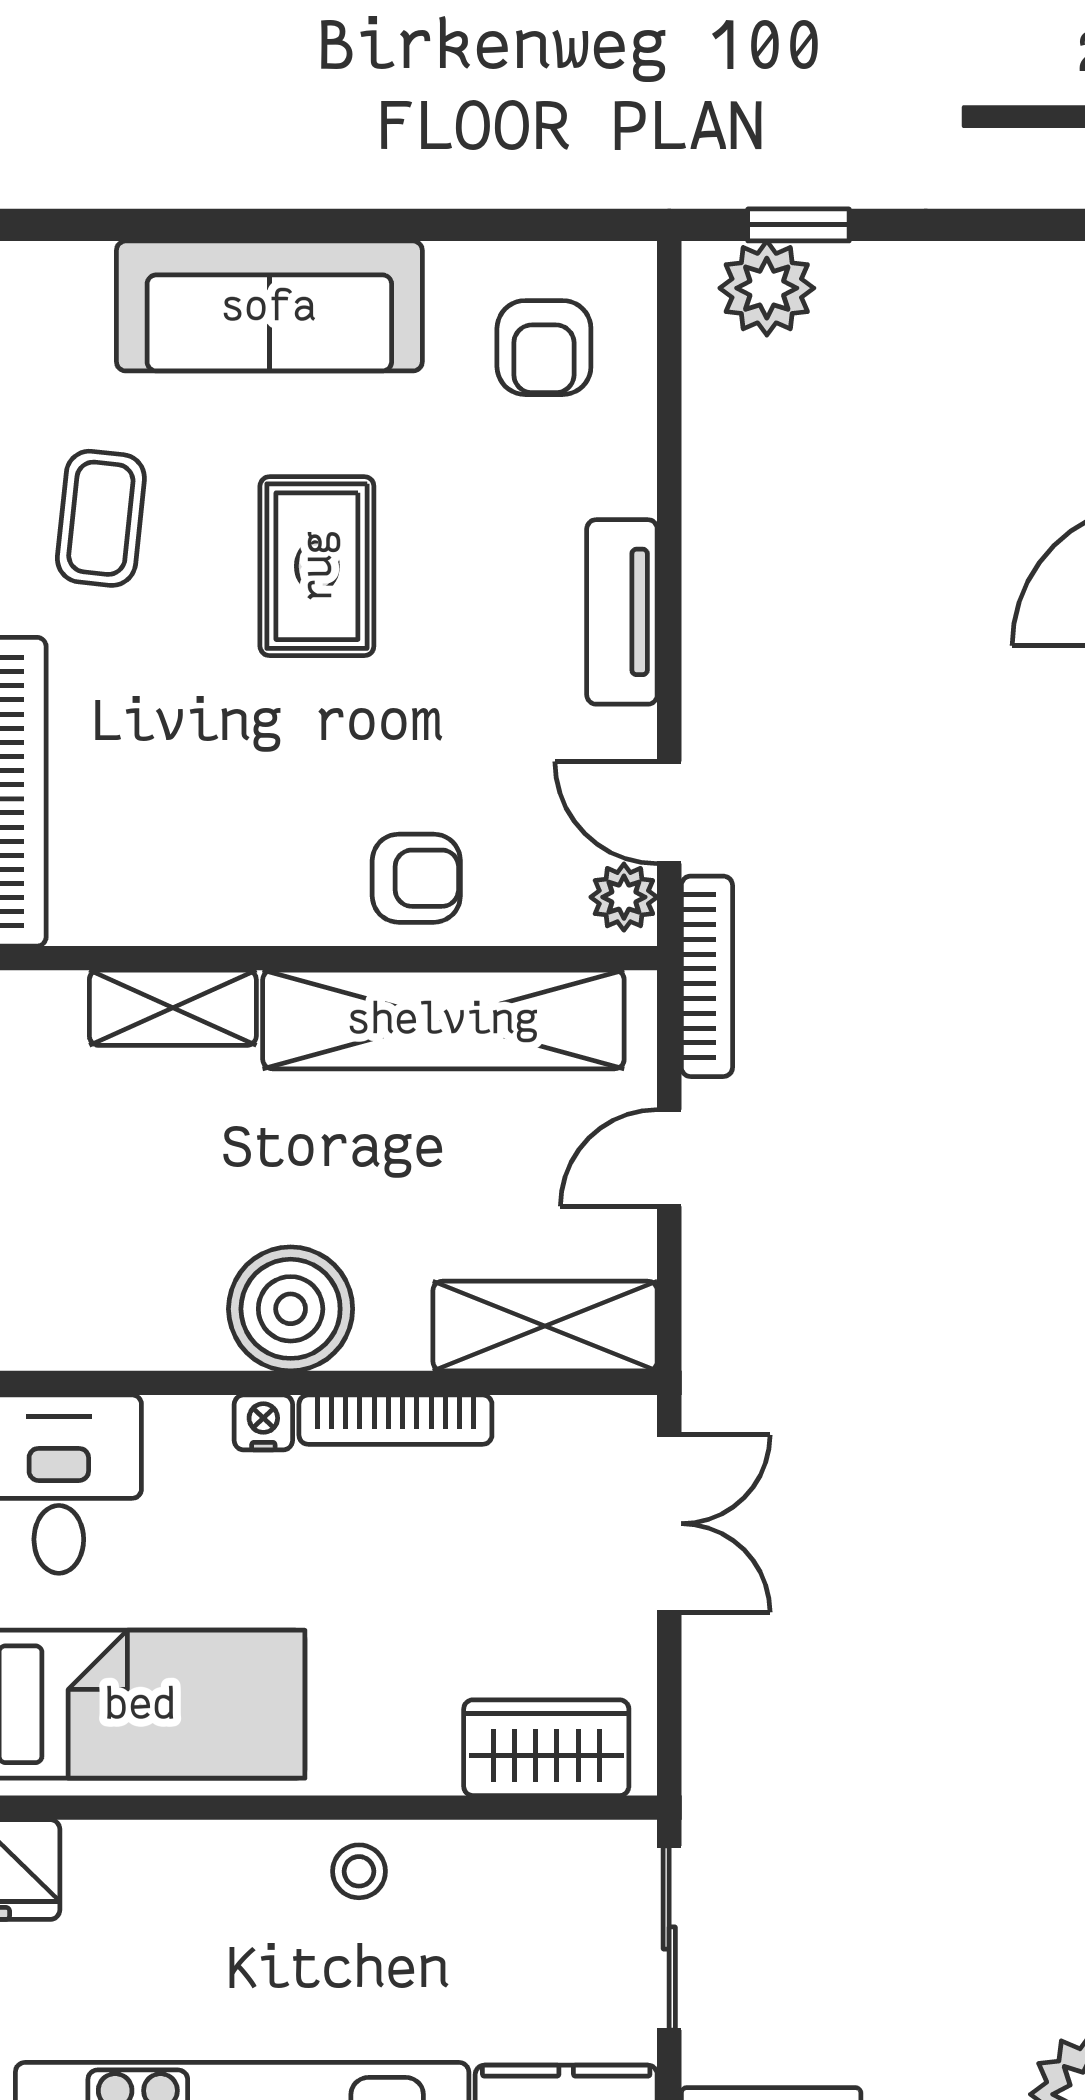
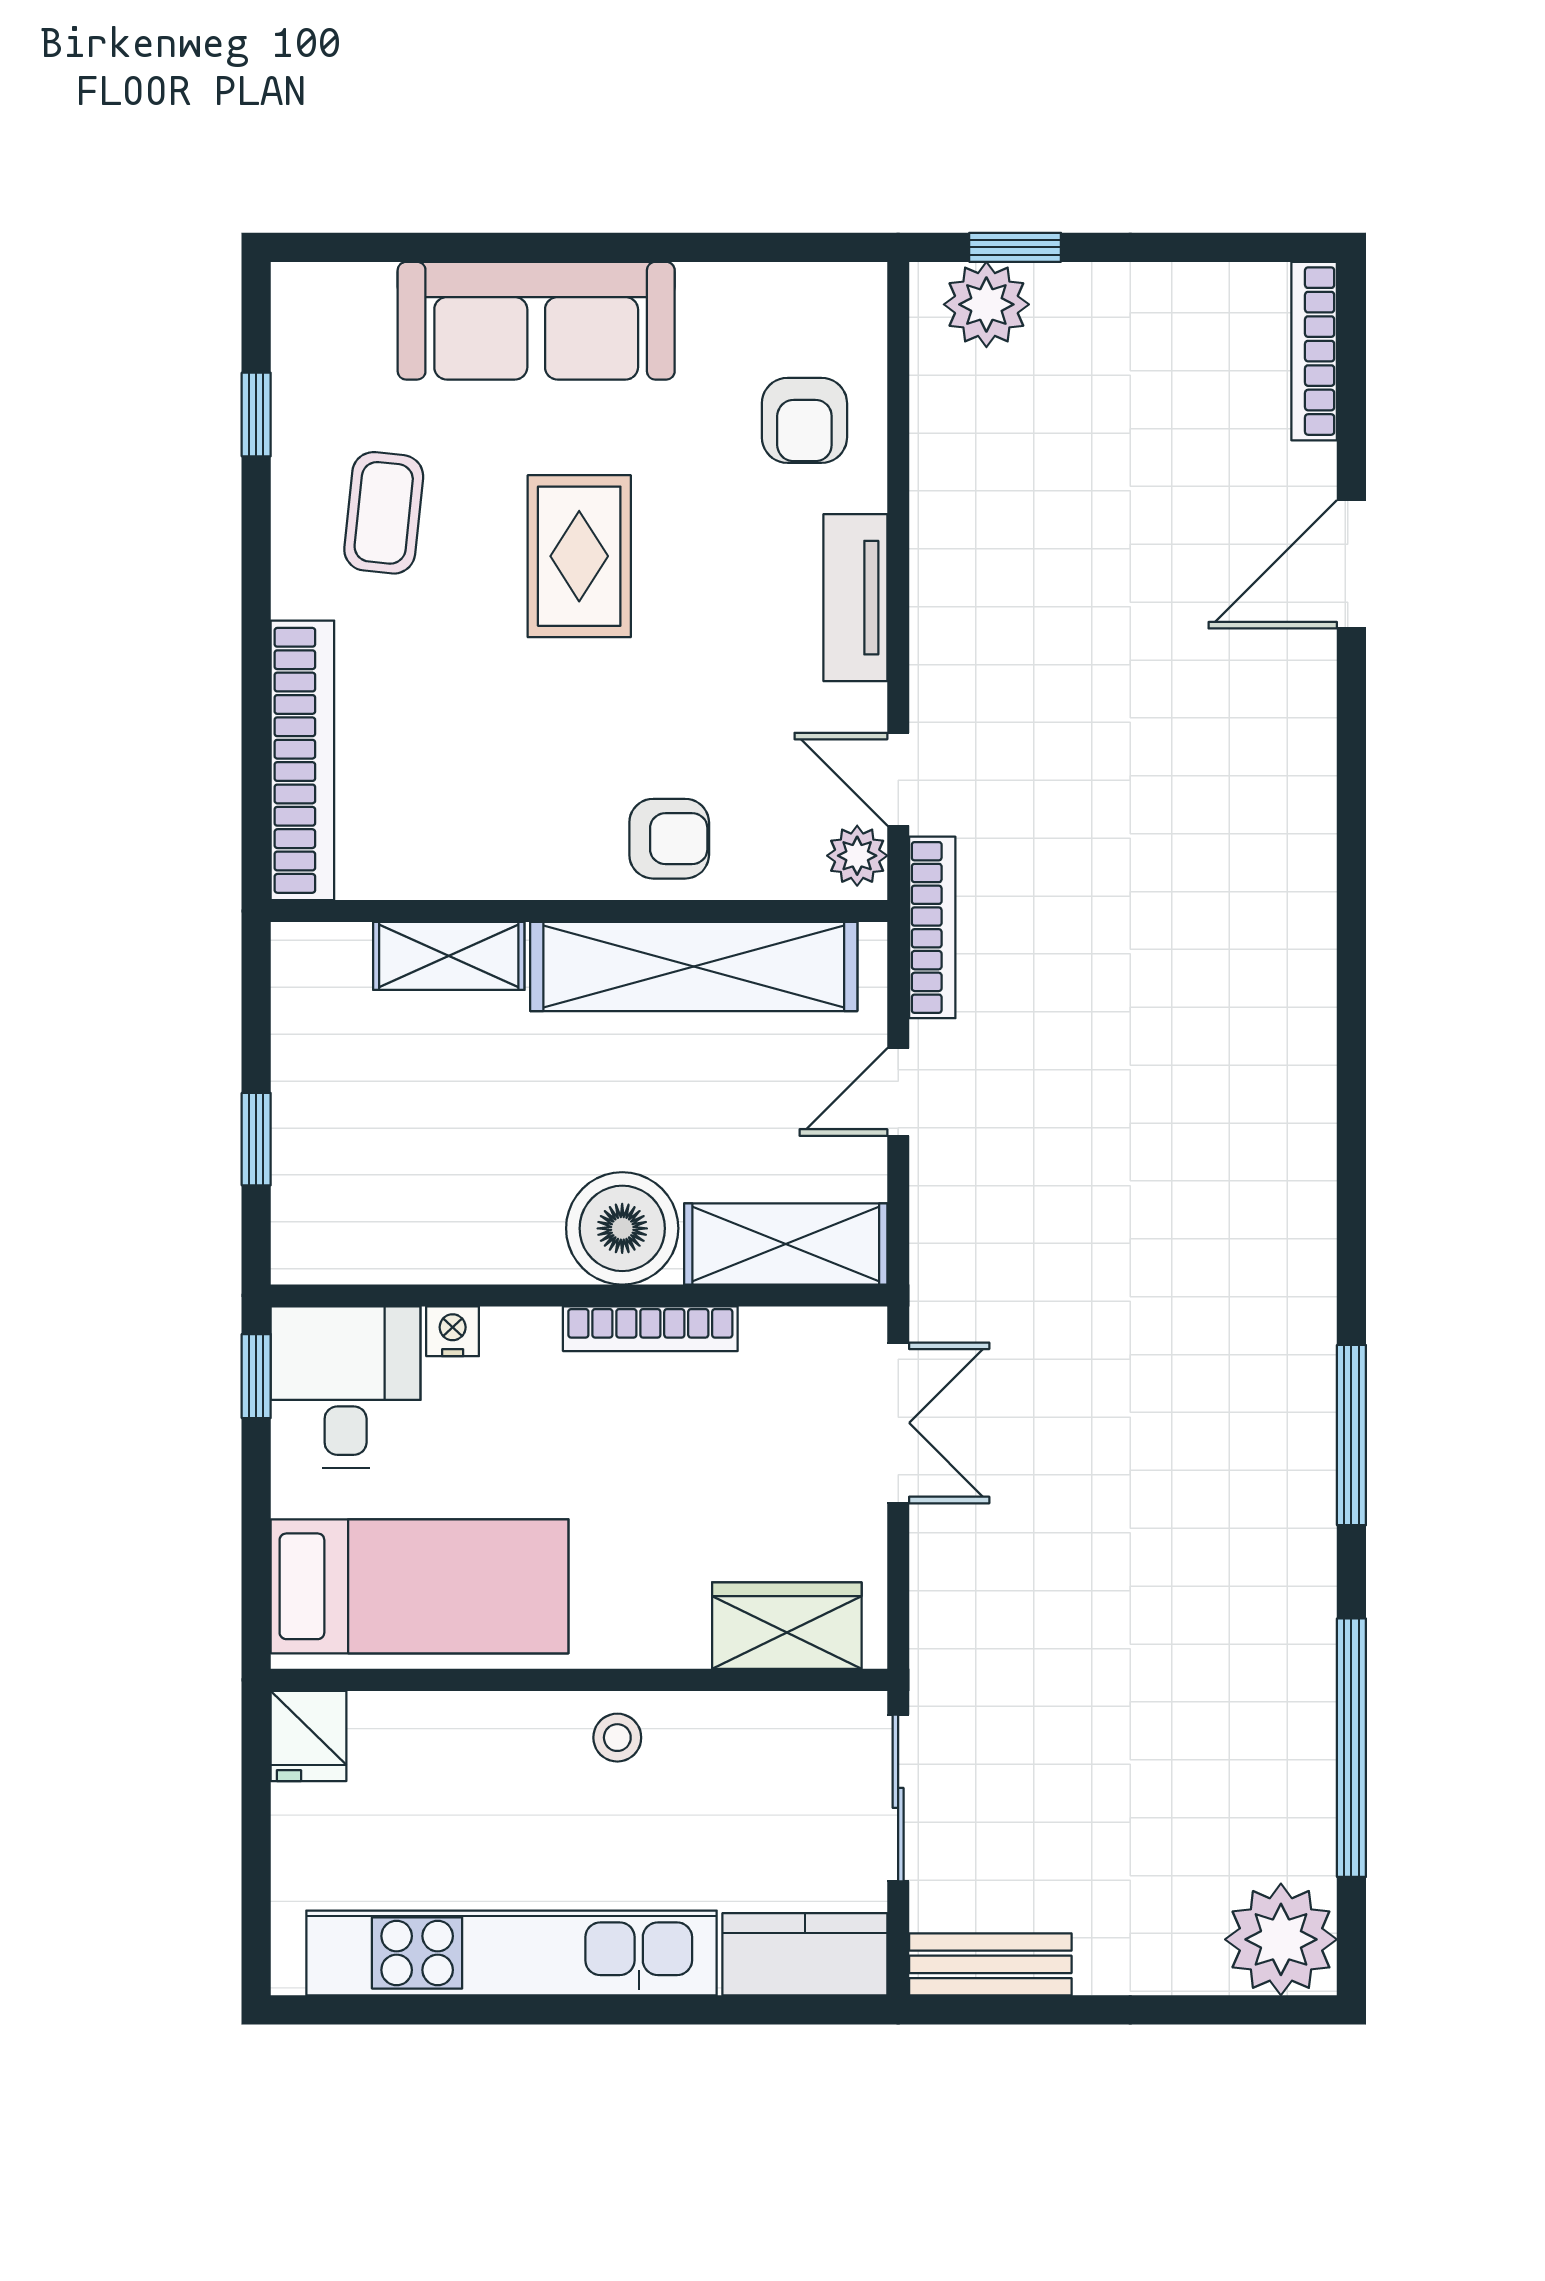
armchair: (544, 348) -> (804, 420), moved
boiler: (291, 1309) -> (622, 1228), moved
nightstand: (263, 1422) -> (453, 1331), moved

